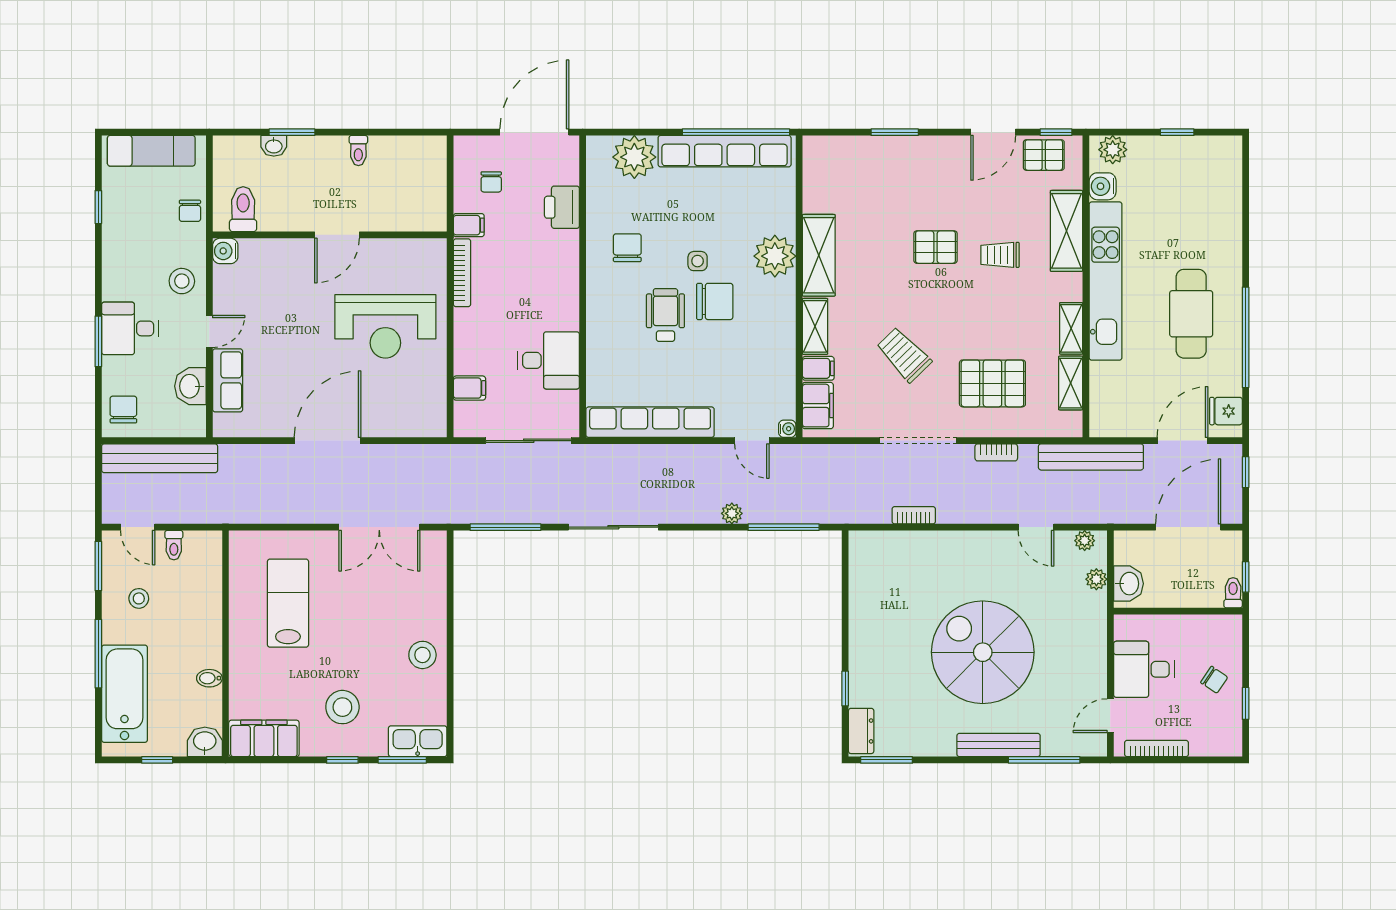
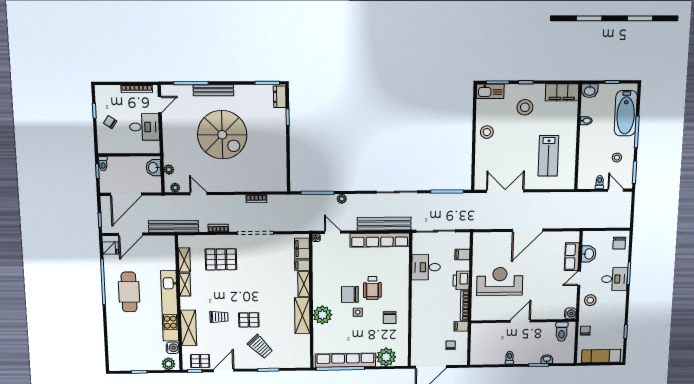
printer: (562, 207) -> (461, 280), moved, turned 180
trolley: (904, 355) -> (260, 347), moved
bench: (160, 458) -> (384, 224), moved

